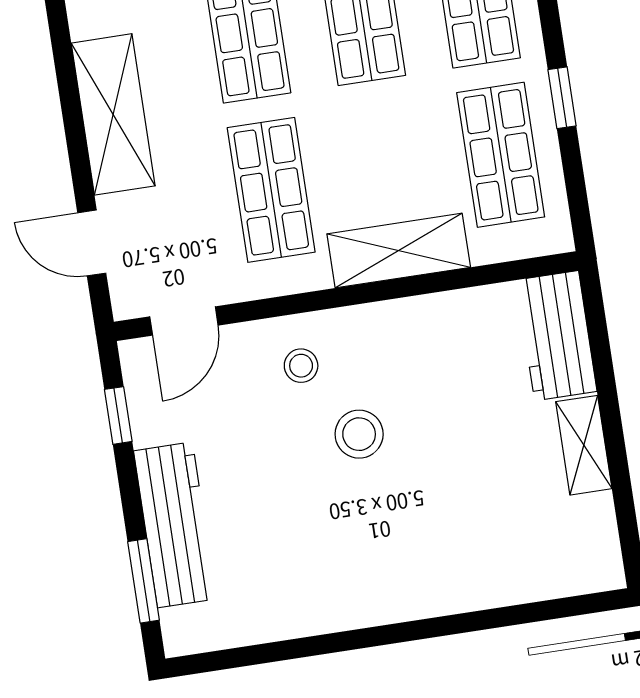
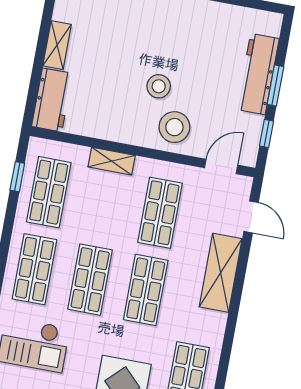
window: (562, 98) -> (17, 177), moved
shelving: (399, 251) -> (112, 161), width x0.67, depth x0.75
stool: (301, 366) -> (174, 127), width x1.89, depth x1.89
window: (144, 581) -> (275, 85), moved

